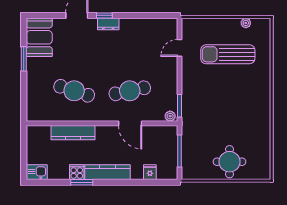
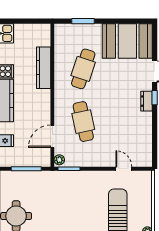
booth: (39, 37) -> (127, 41), width x1.36, depth x1.42
window: (24, 59) -> (83, 21), moved
door: (130, 123) -> (52, 136), moved

